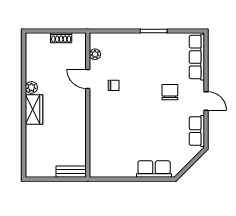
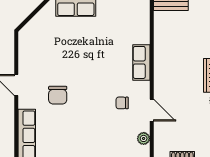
row of seats: (197, 131) -> (141, 62), moved, turned 180

